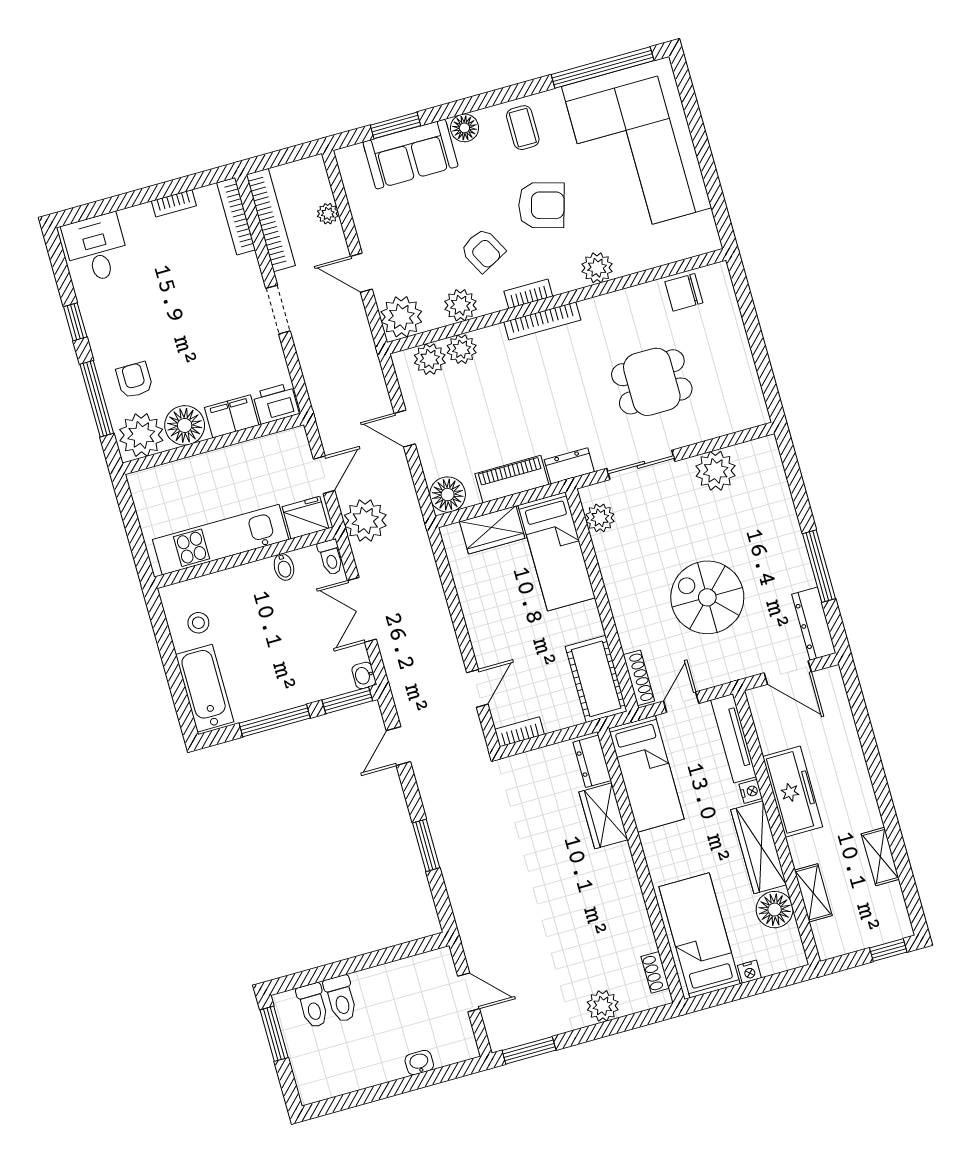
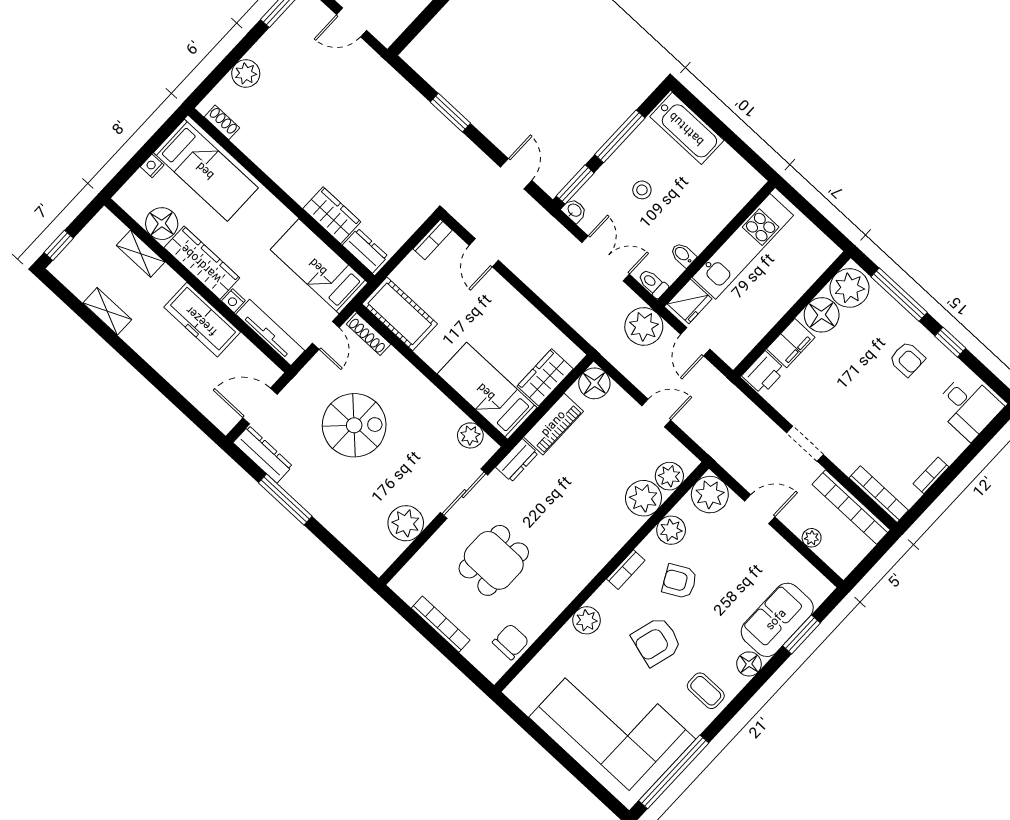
bookcase: (542, 321) -> (441, 624), moved, turned 90
plant: (462, 349) -> (643, 498), width x1.36, depth x1.36
armchair: (134, 380) -> (907, 359), moved
stool: (198, 623) -> (642, 190), moved

